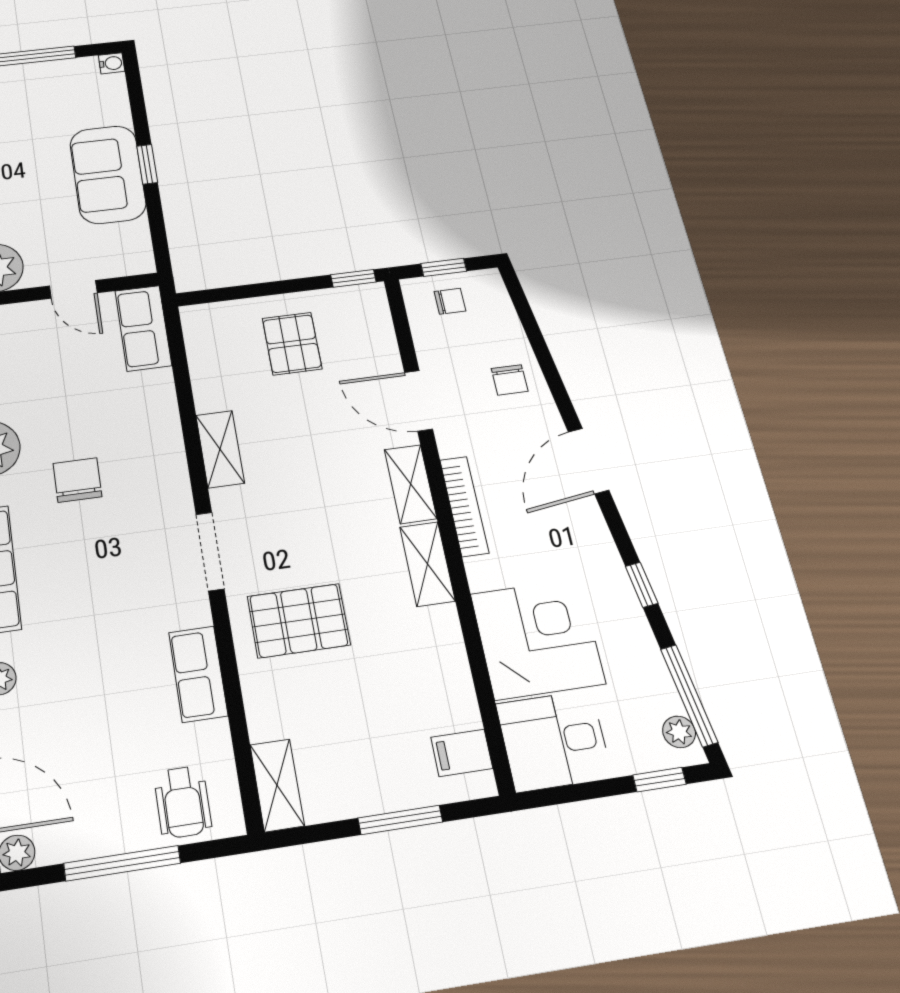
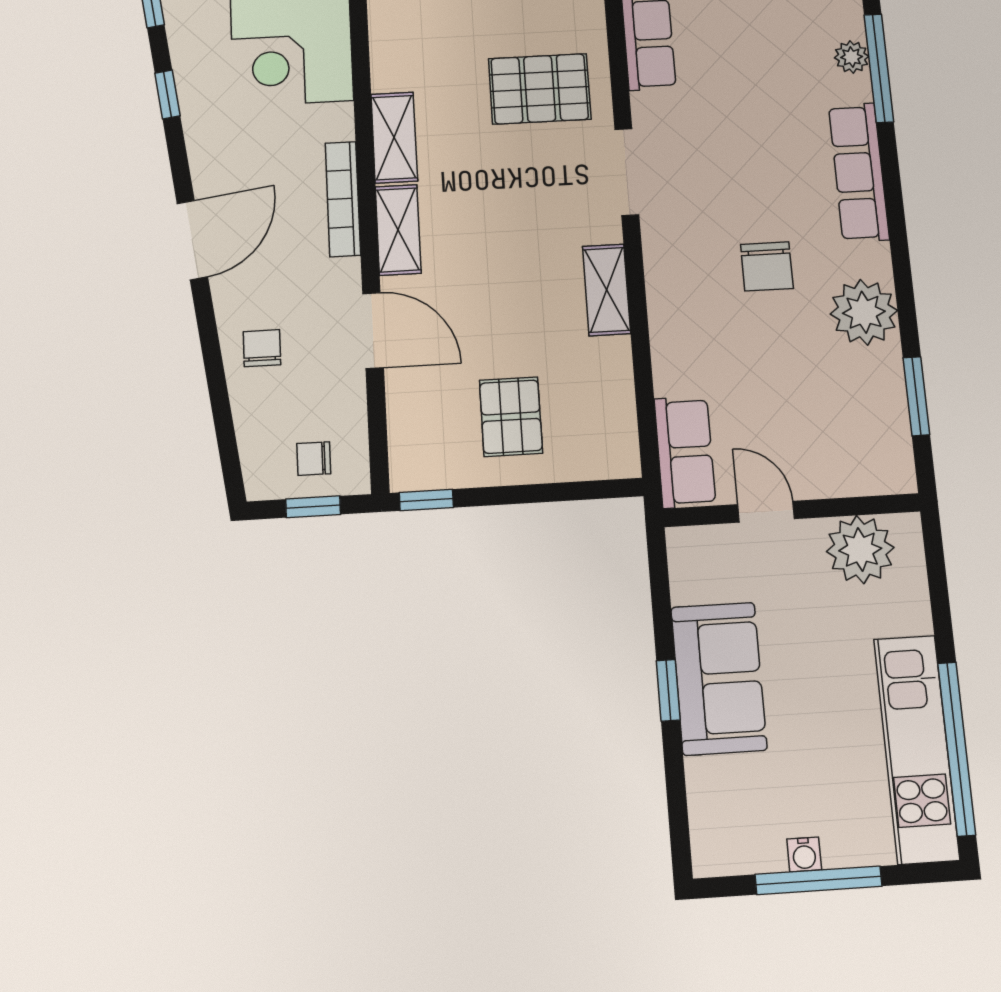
water cooler: (112, 63) -> (804, 854), moved, turned -90

